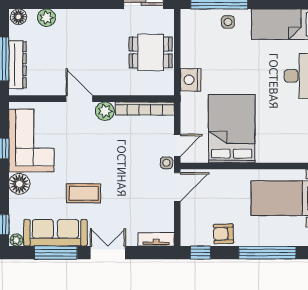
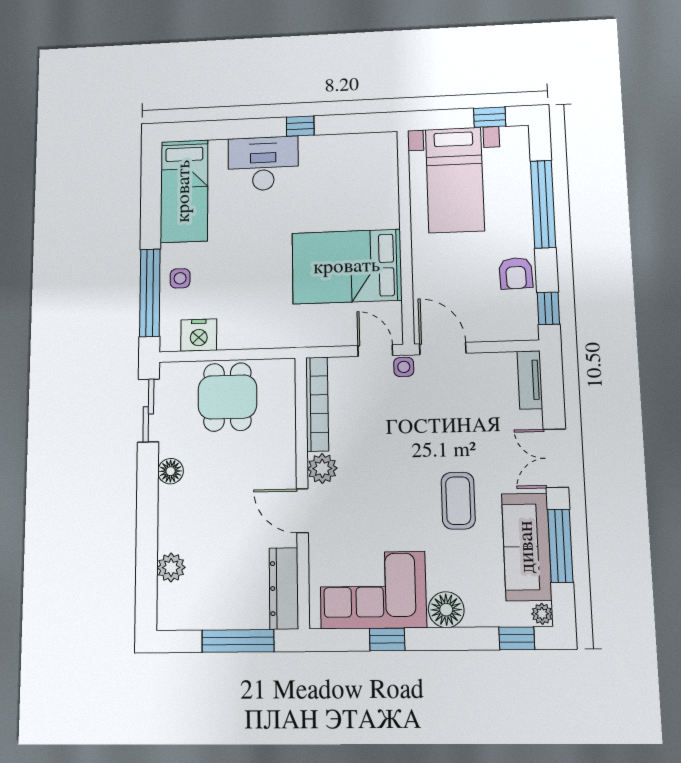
floor lamp: (19, 17) -> (171, 471), moved
dresser: (17, 65) -> (284, 588), moved, turned -90
nightstand: (191, 80) -> (199, 335), moved
door: (79, 99) -> (302, 511), hinge flipped

